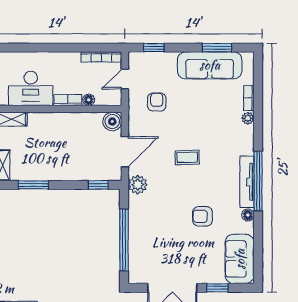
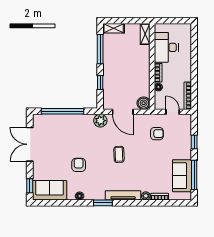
window: (154, 48) -> (194, 142), moved
window: (217, 48) -> (194, 175), width x1.44
sofa: (210, 65) -> (182, 176), width x0.73
window: (258, 181) -> (103, 203), width x0.47
tv unit: (247, 182) -> (123, 195), moved
window: (33, 185) -> (100, 49), width x1.44
window: (98, 185) -> (100, 82), moved
window: (217, 288) -> (30, 186), moved

